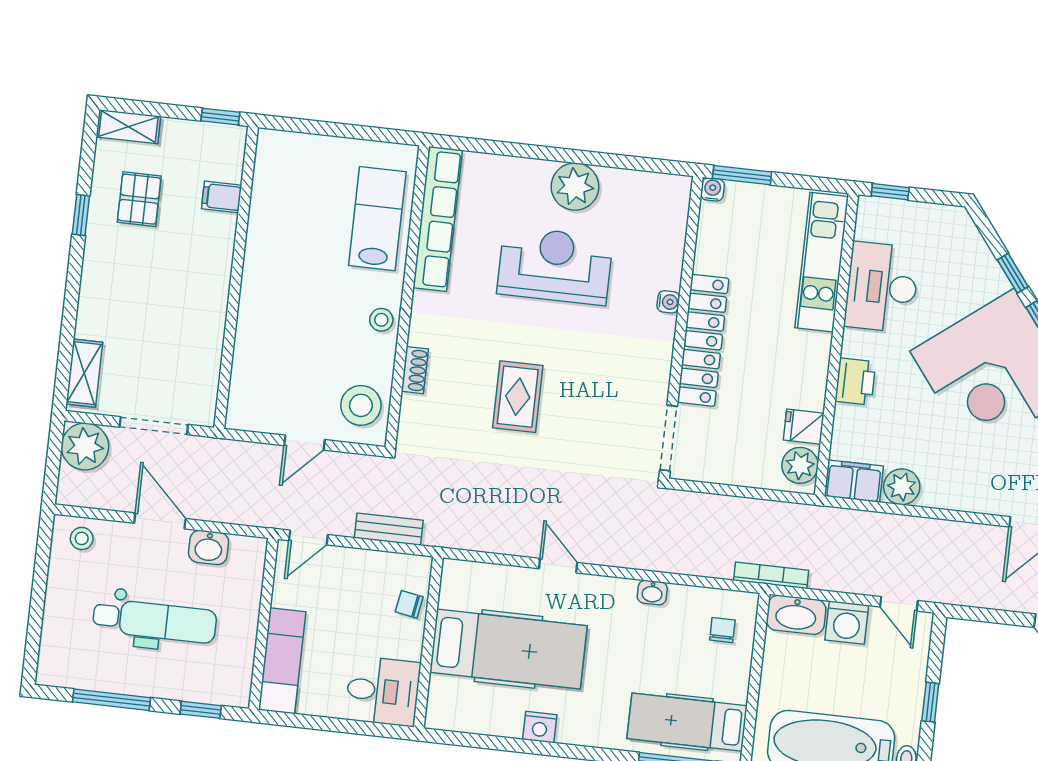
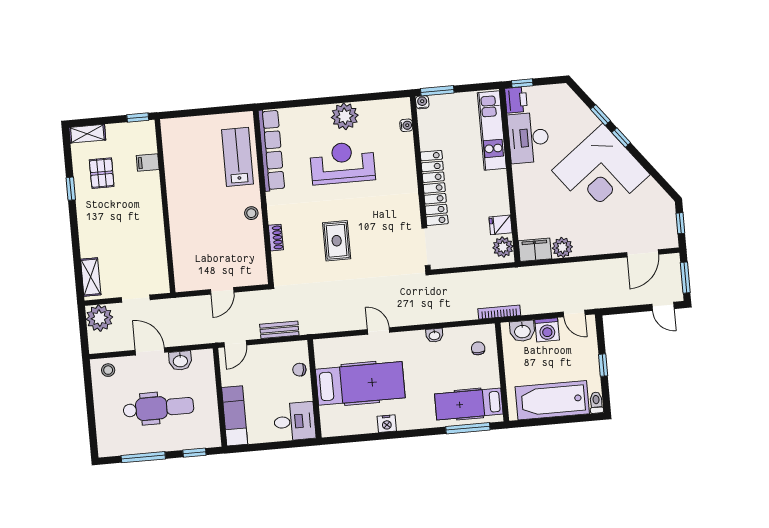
water cooler: (668, 302) -> (406, 125), moved
printer: (855, 382) -> (516, 100), moved
stool: (361, 405) -> (250, 264), removed
doorway: (154, 426) -> (136, 299), width x0.73
washbasin: (796, 615) -> (522, 331), width x0.72

